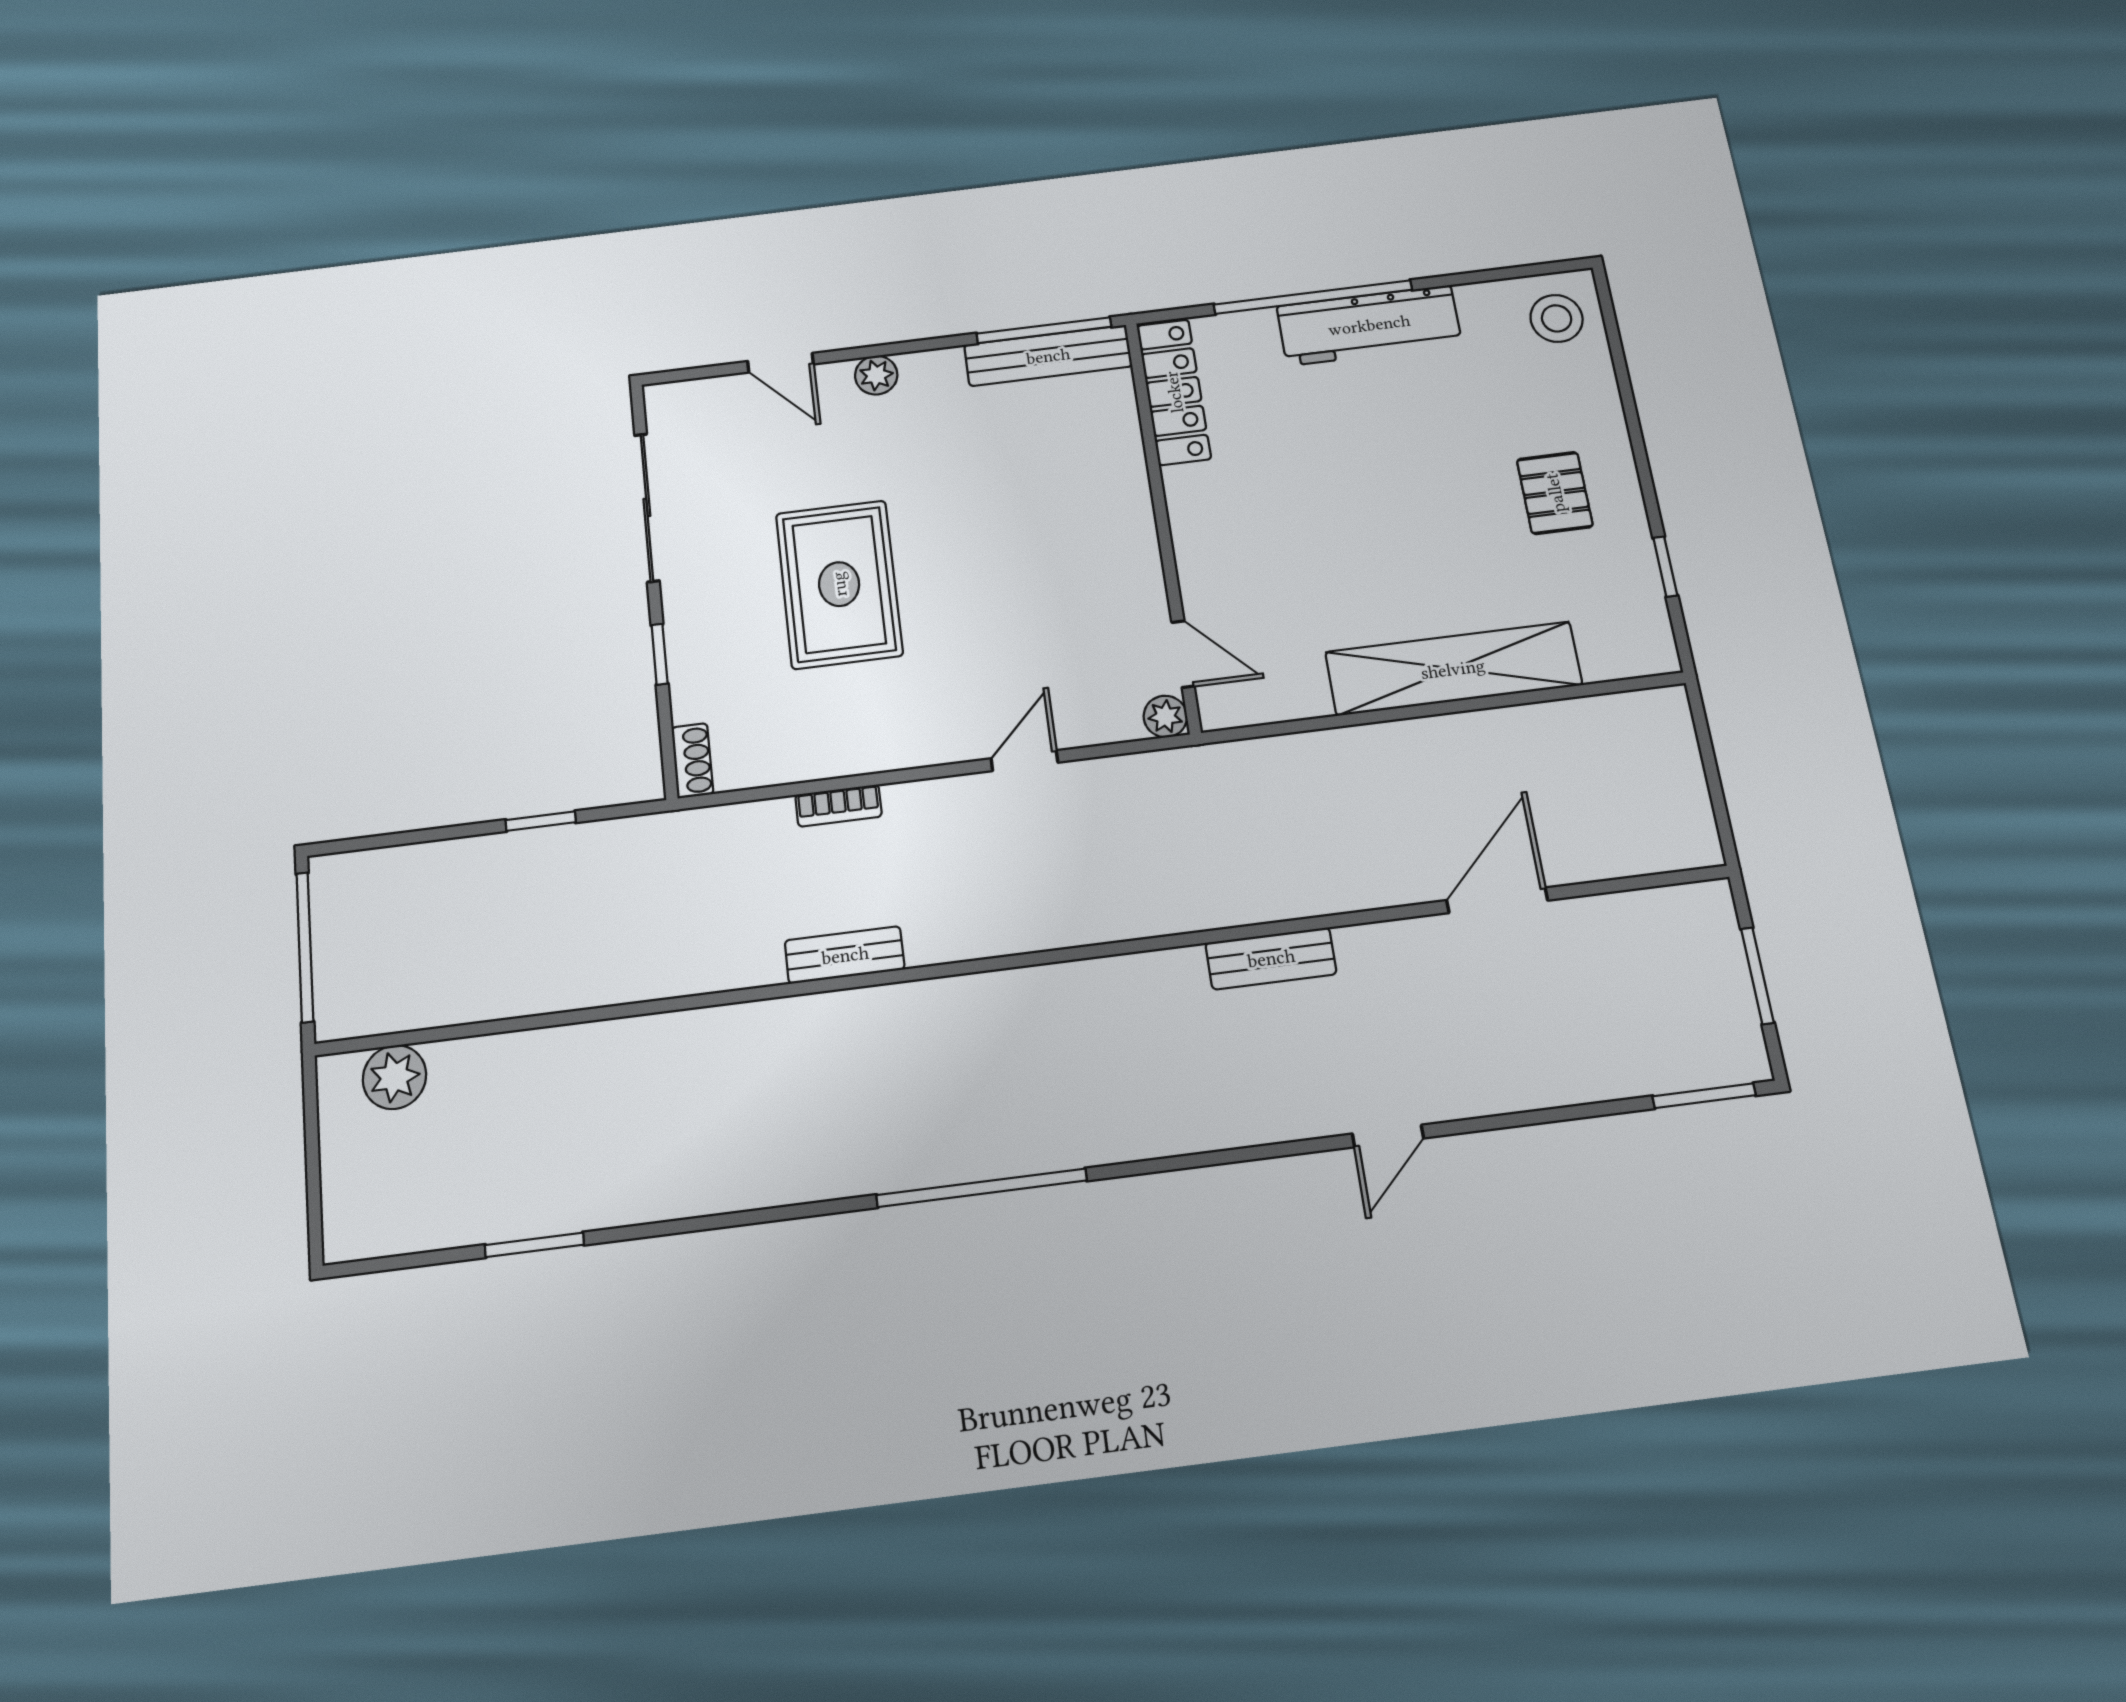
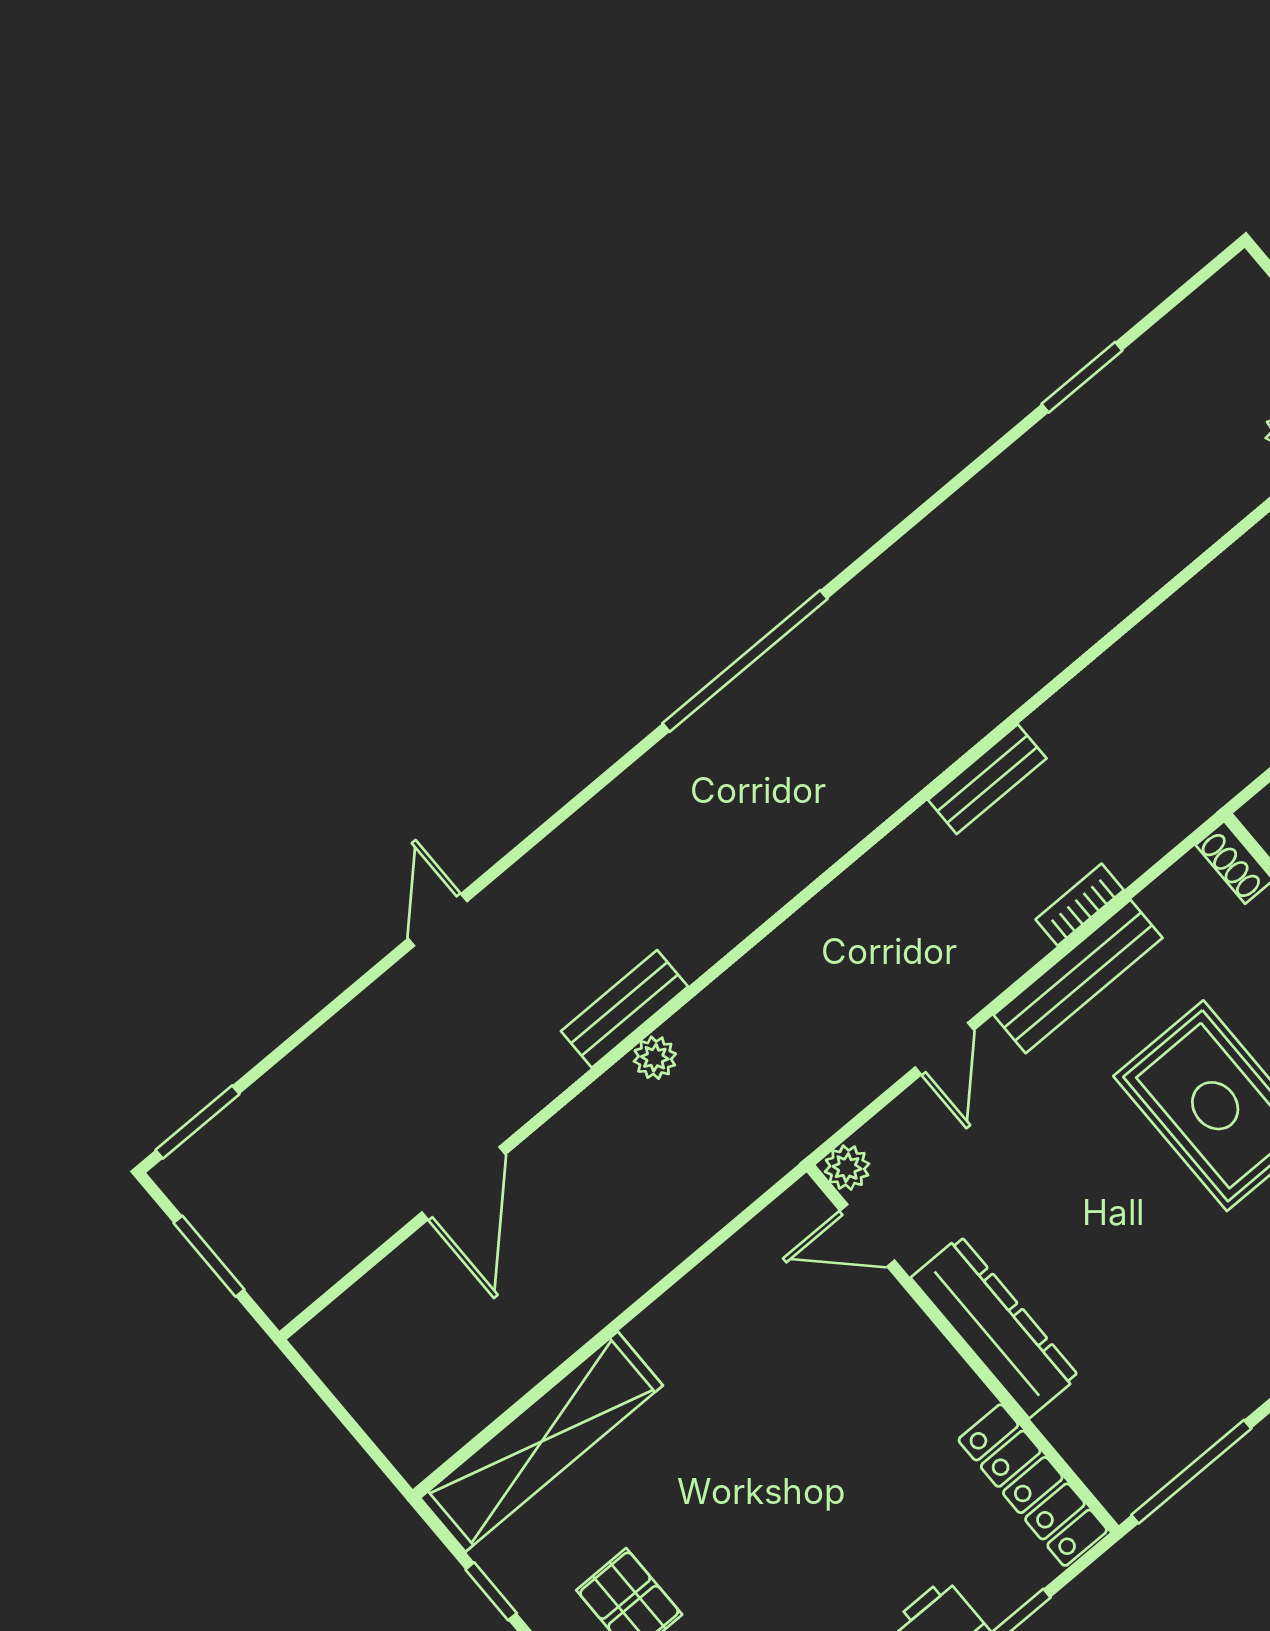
bench: (1048, 356) -> (1078, 976), moved
dresser: (1126, 524) -> (995, 1327), added
shelving: (1453, 669) -> (541, 1442), moved
plant: (1270, 902) -> (655, 1058), added

